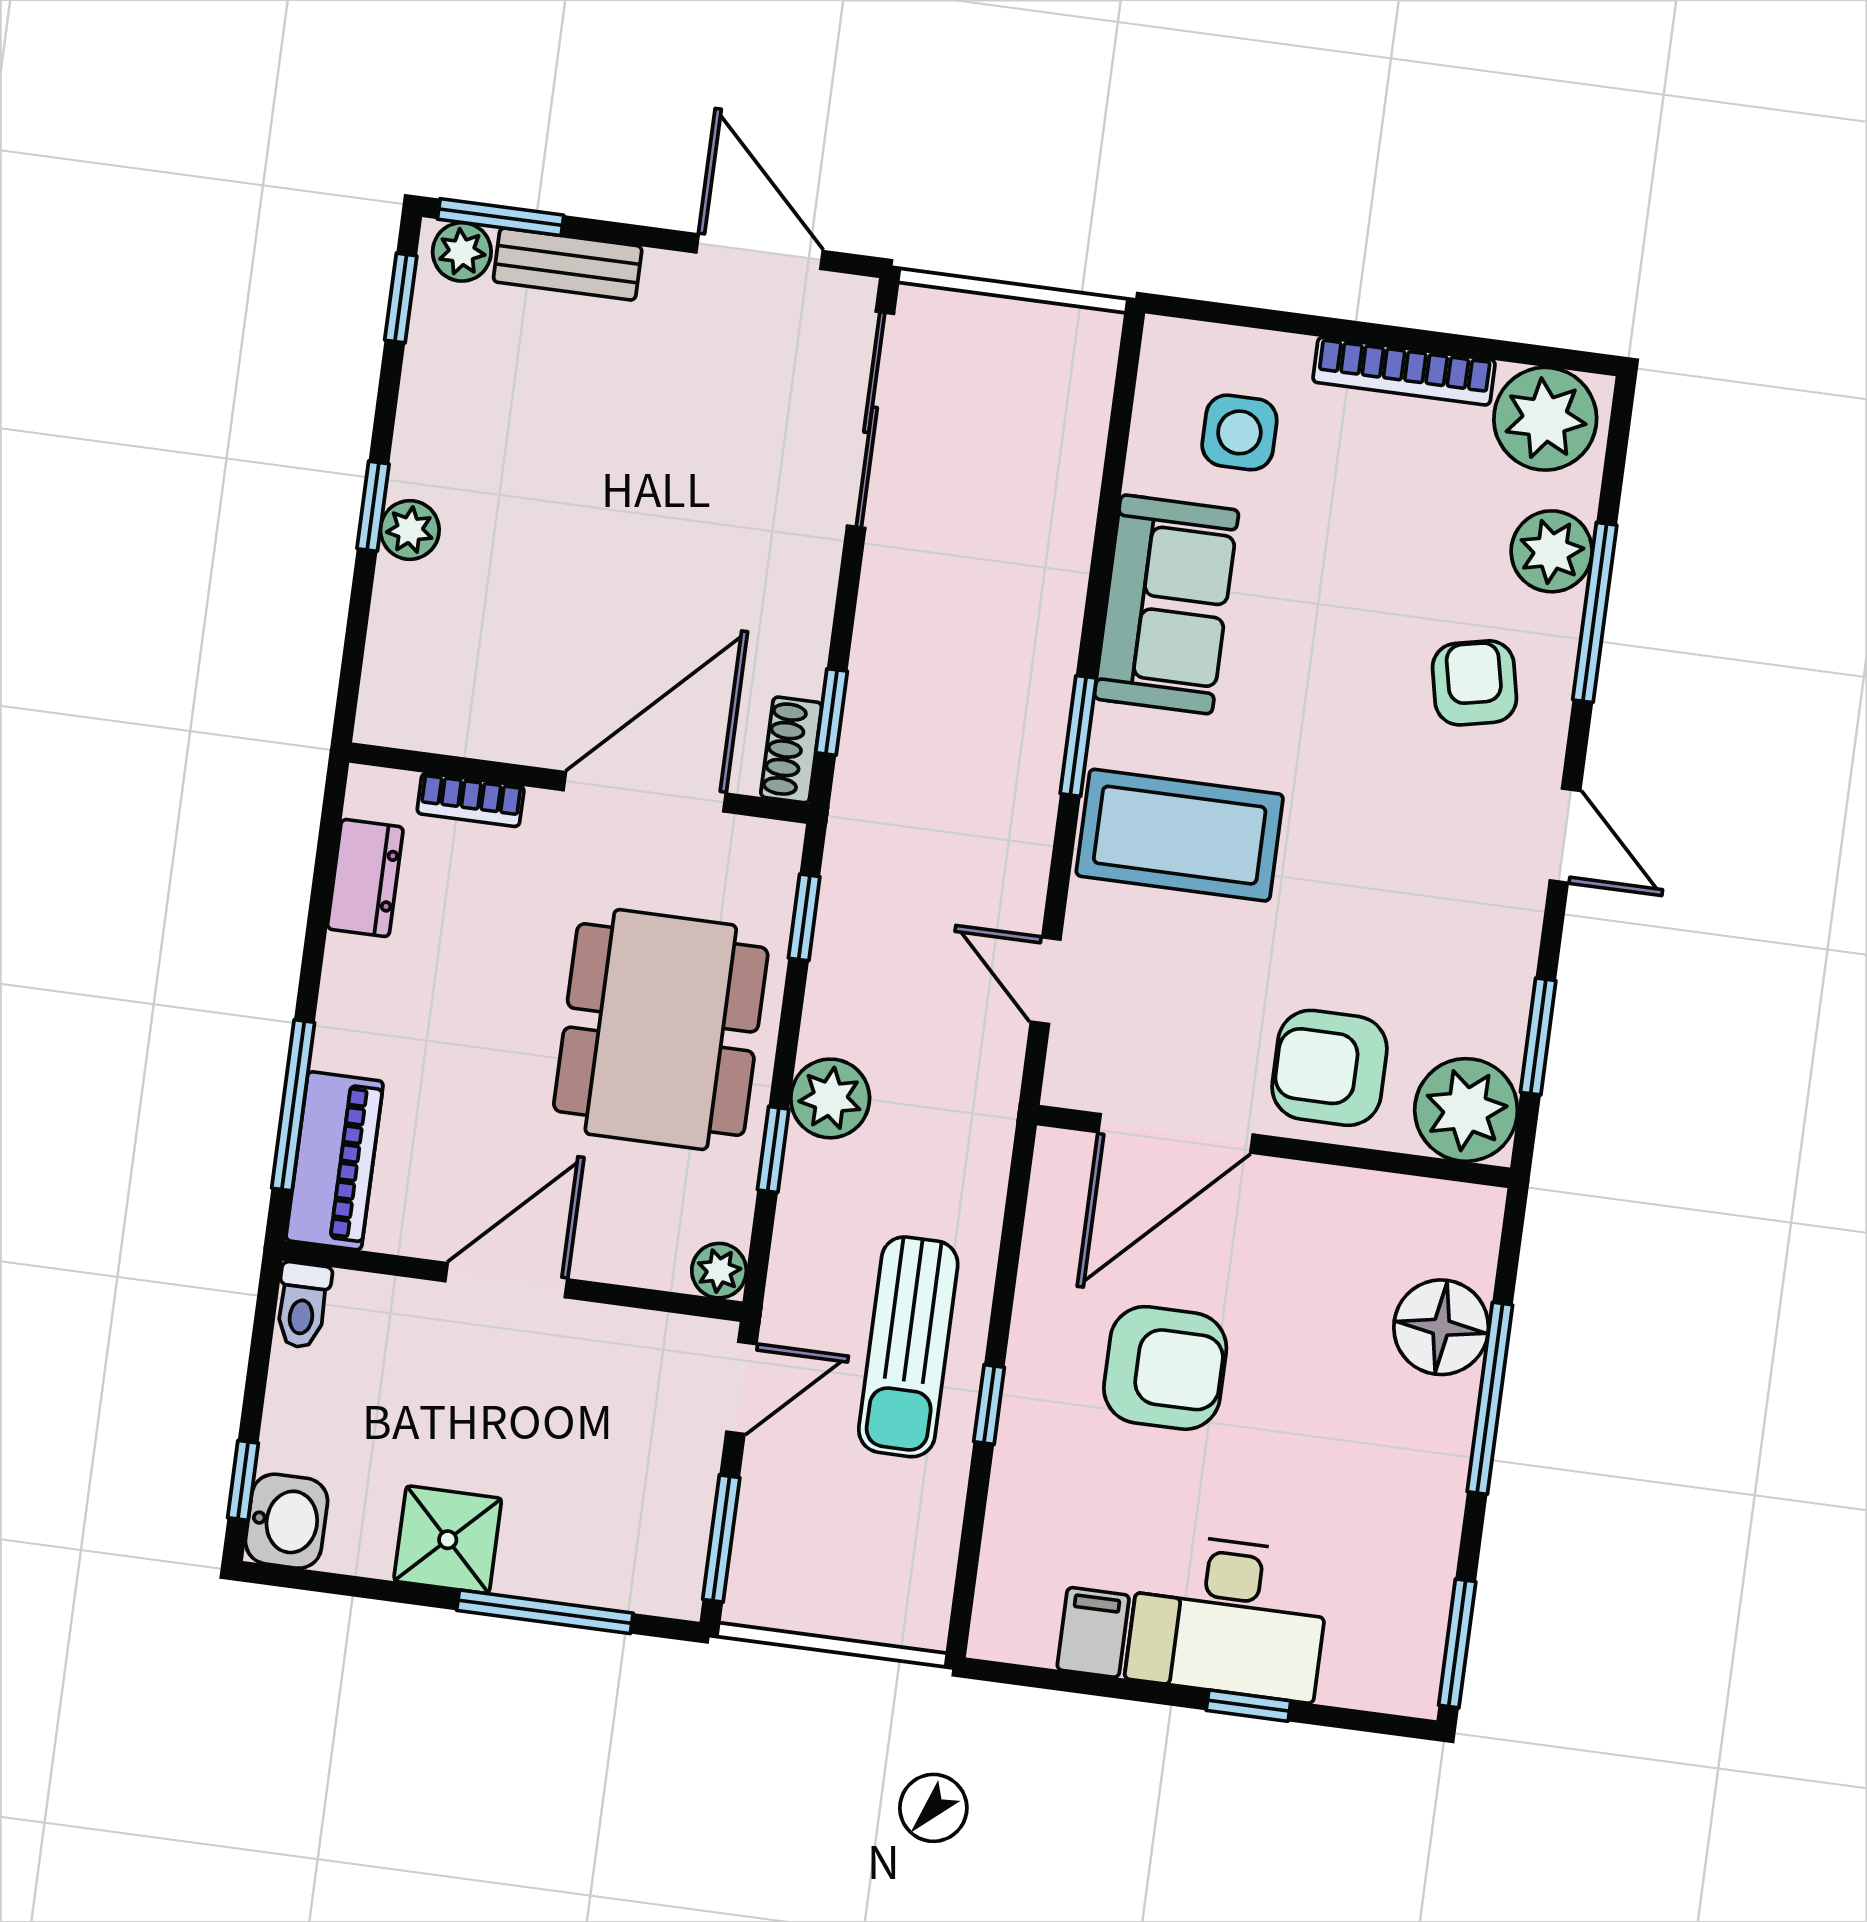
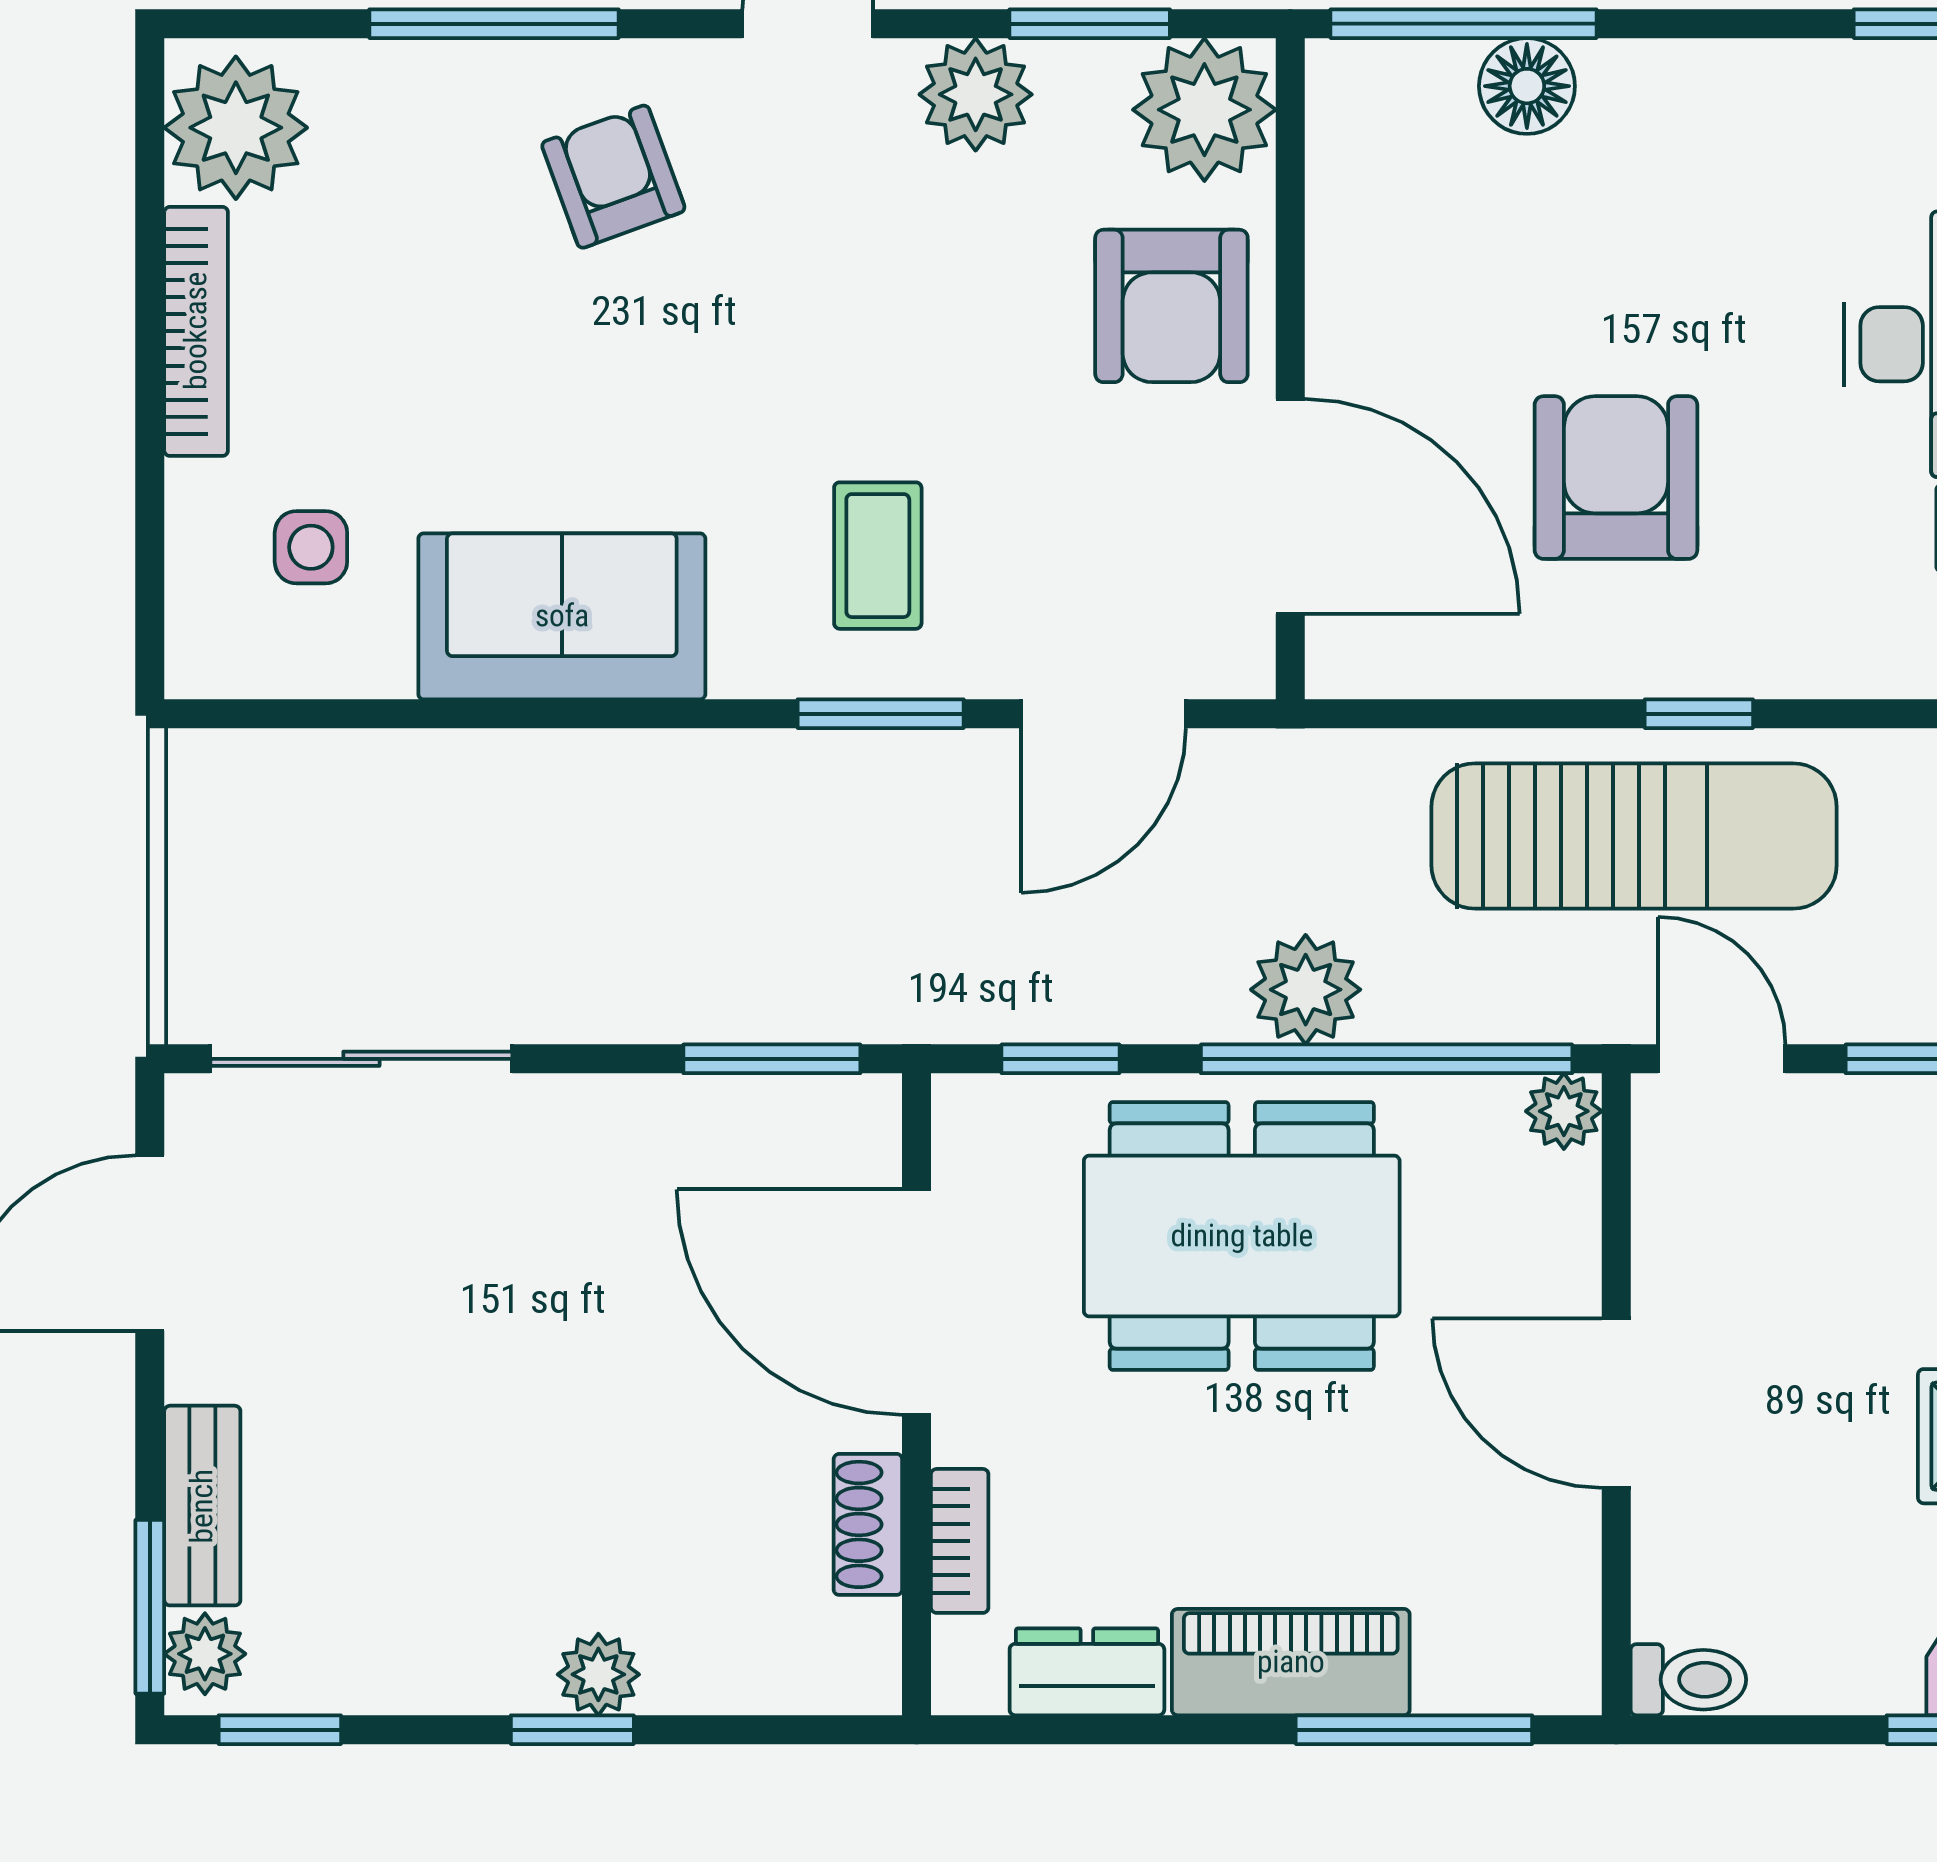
side table: (1239, 432) -> (311, 547), width x0.73, depth x0.73
plant: (1552, 551) -> (976, 94), moved
armchair: (1475, 683) -> (613, 177), turned 82
window: (832, 712) -> (772, 1059), width x1.50
window: (1078, 736) -> (881, 714), moved
shoe rack: (791, 750) -> (868, 1524), moved, turned 90
coffee table: (1180, 835) -> (878, 556), width x0.54, depth x0.58
door: (1046, 981) -> (1103, 714), width x1.38
window: (773, 1149) -> (1387, 1059), width x3.17
piano: (335, 1161) -> (1291, 1662), moved
floor lamp: (1441, 1327) -> (1527, 86), width x0.73, depth x0.73
sun lounger: (908, 1347) -> (1634, 836), width x1.36, depth x1.34
window: (1490, 1398) -> (1464, 24), moved

